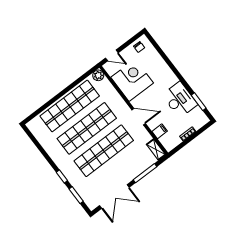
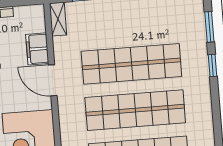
filing cabinet: (160, 131) -> (37, 49), width x2.00

